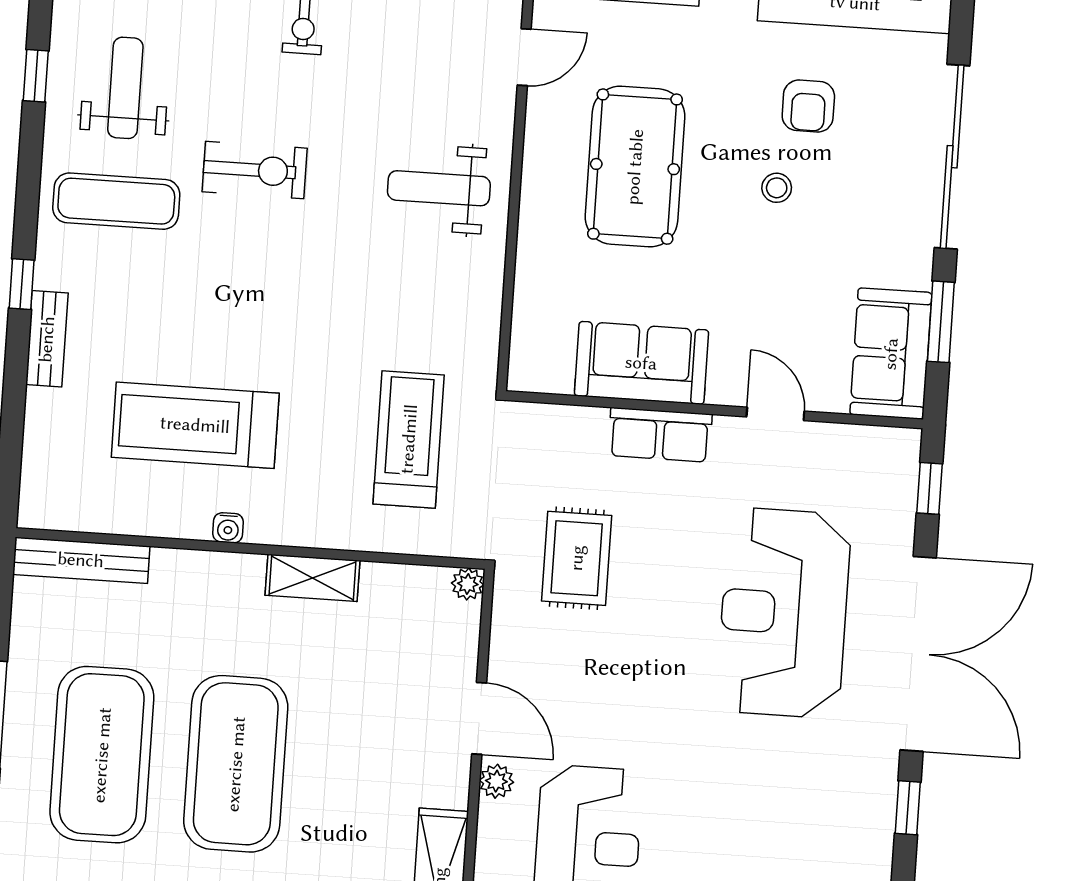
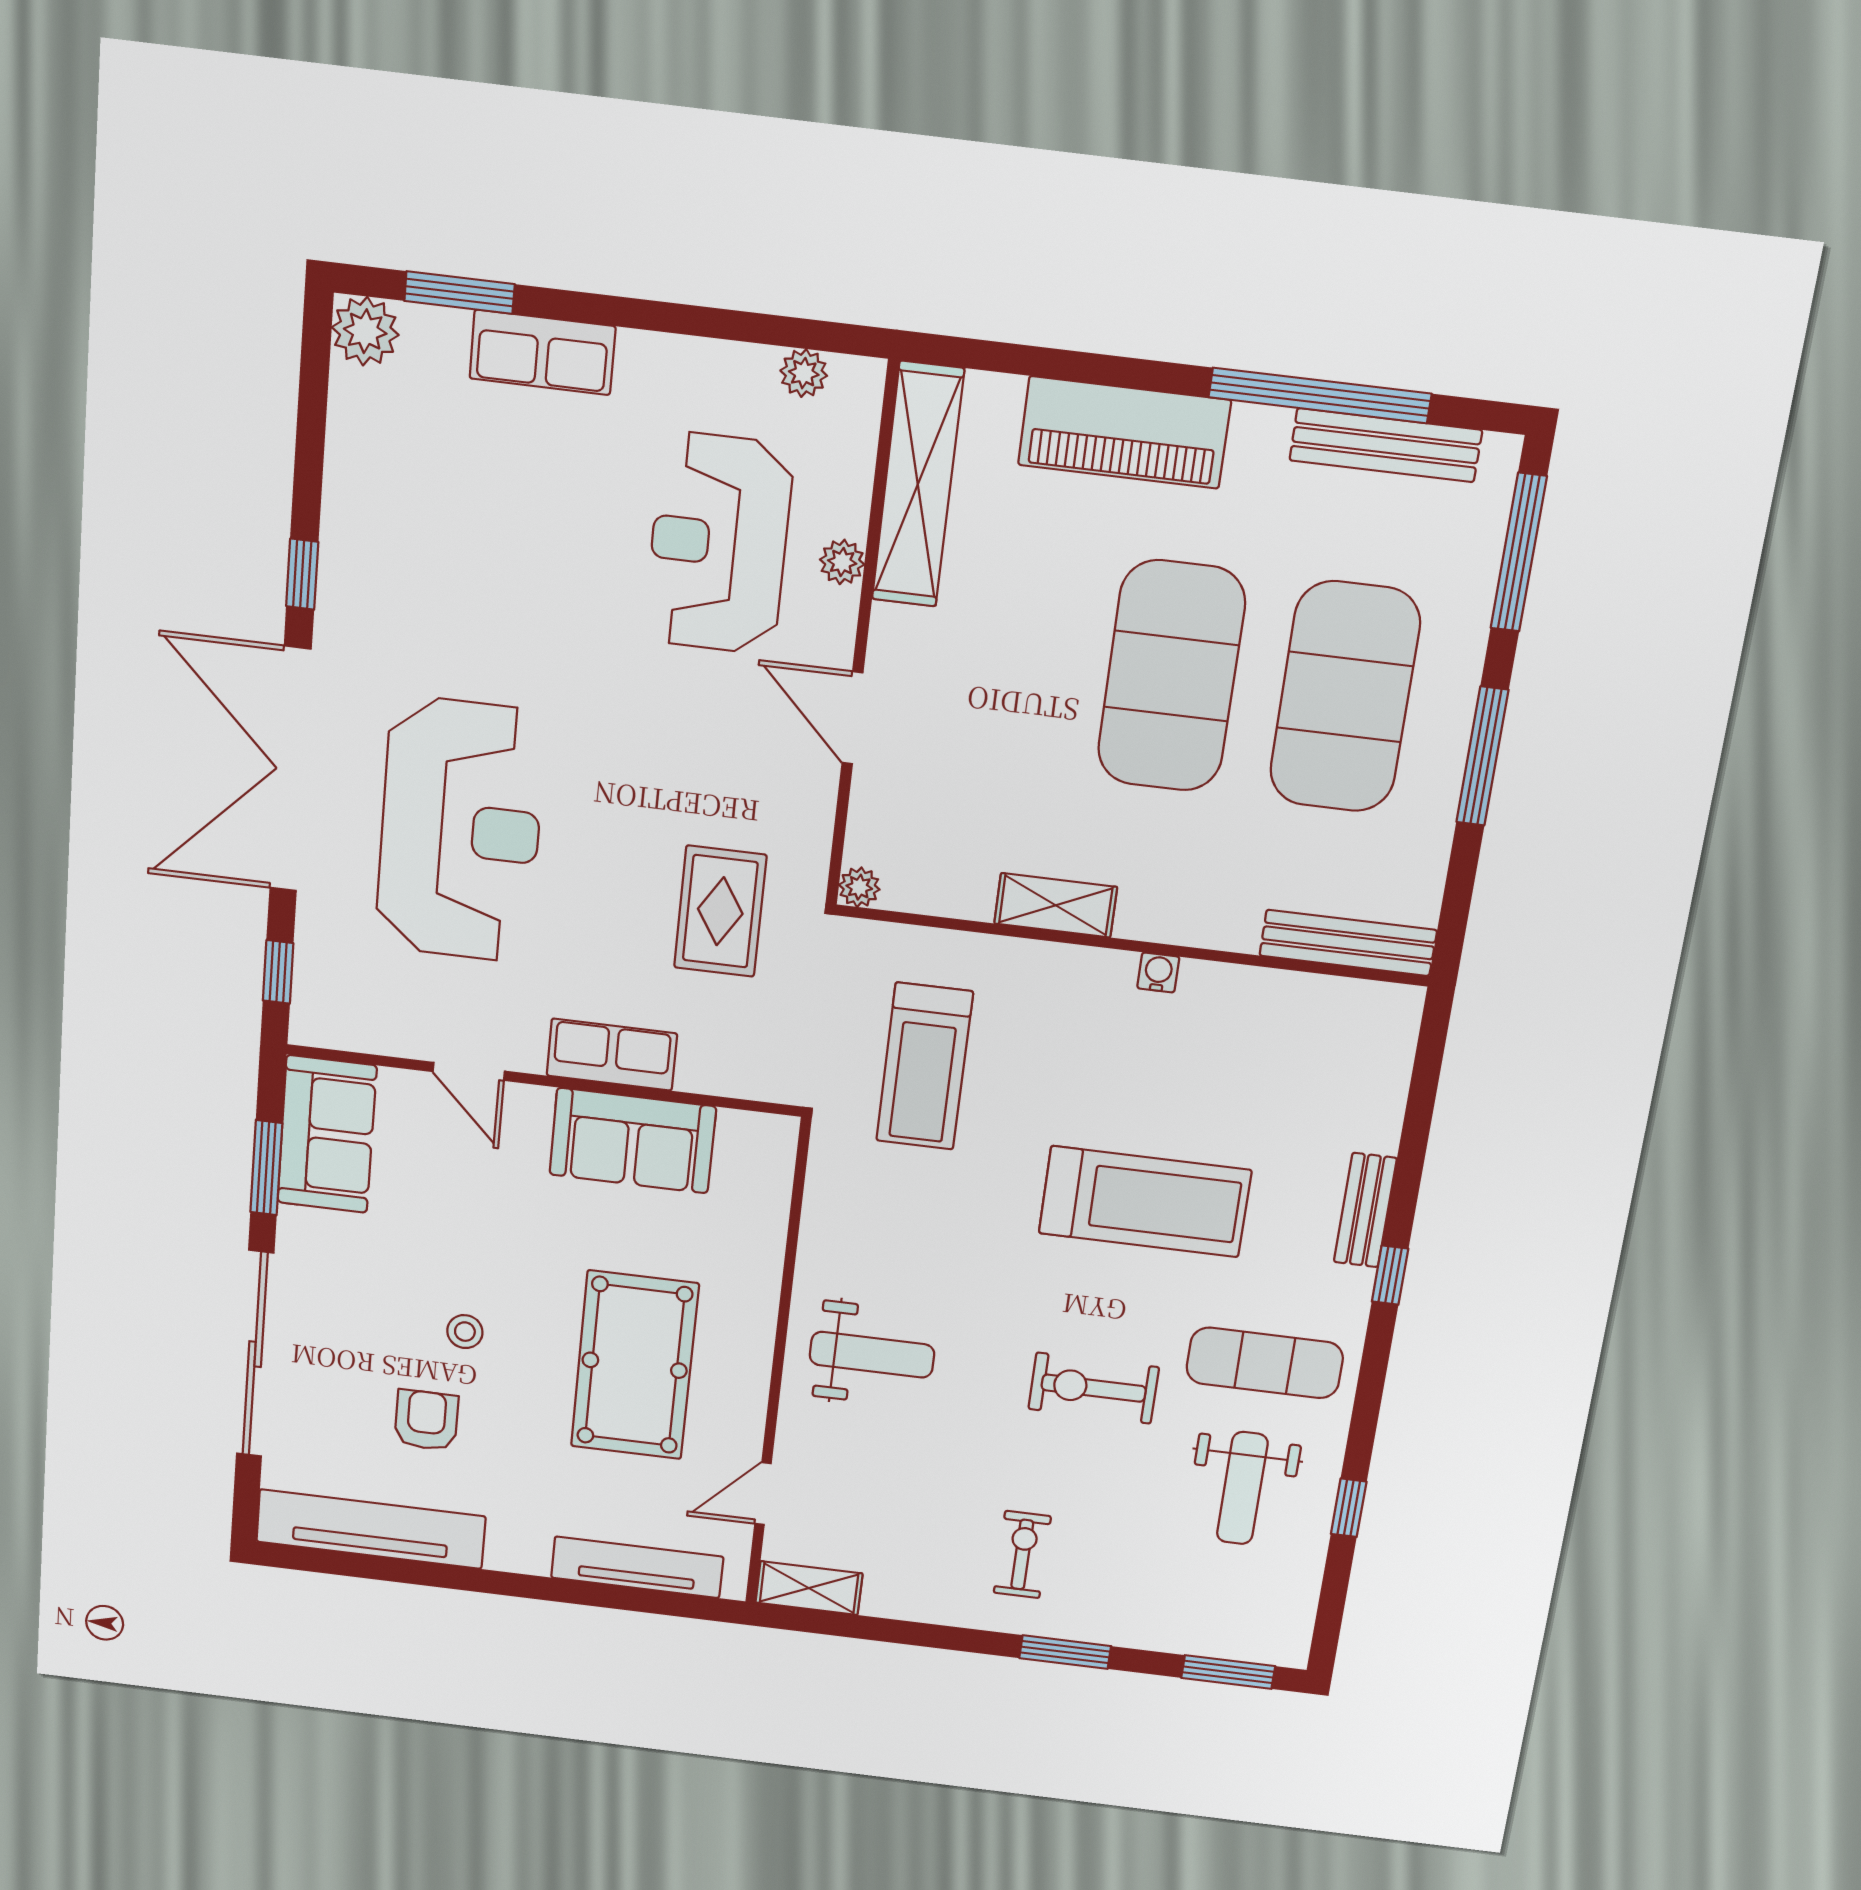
treadmill: (195, 425) -> (1145, 1202), moved
plant: (496, 781) -> (842, 562), moved

